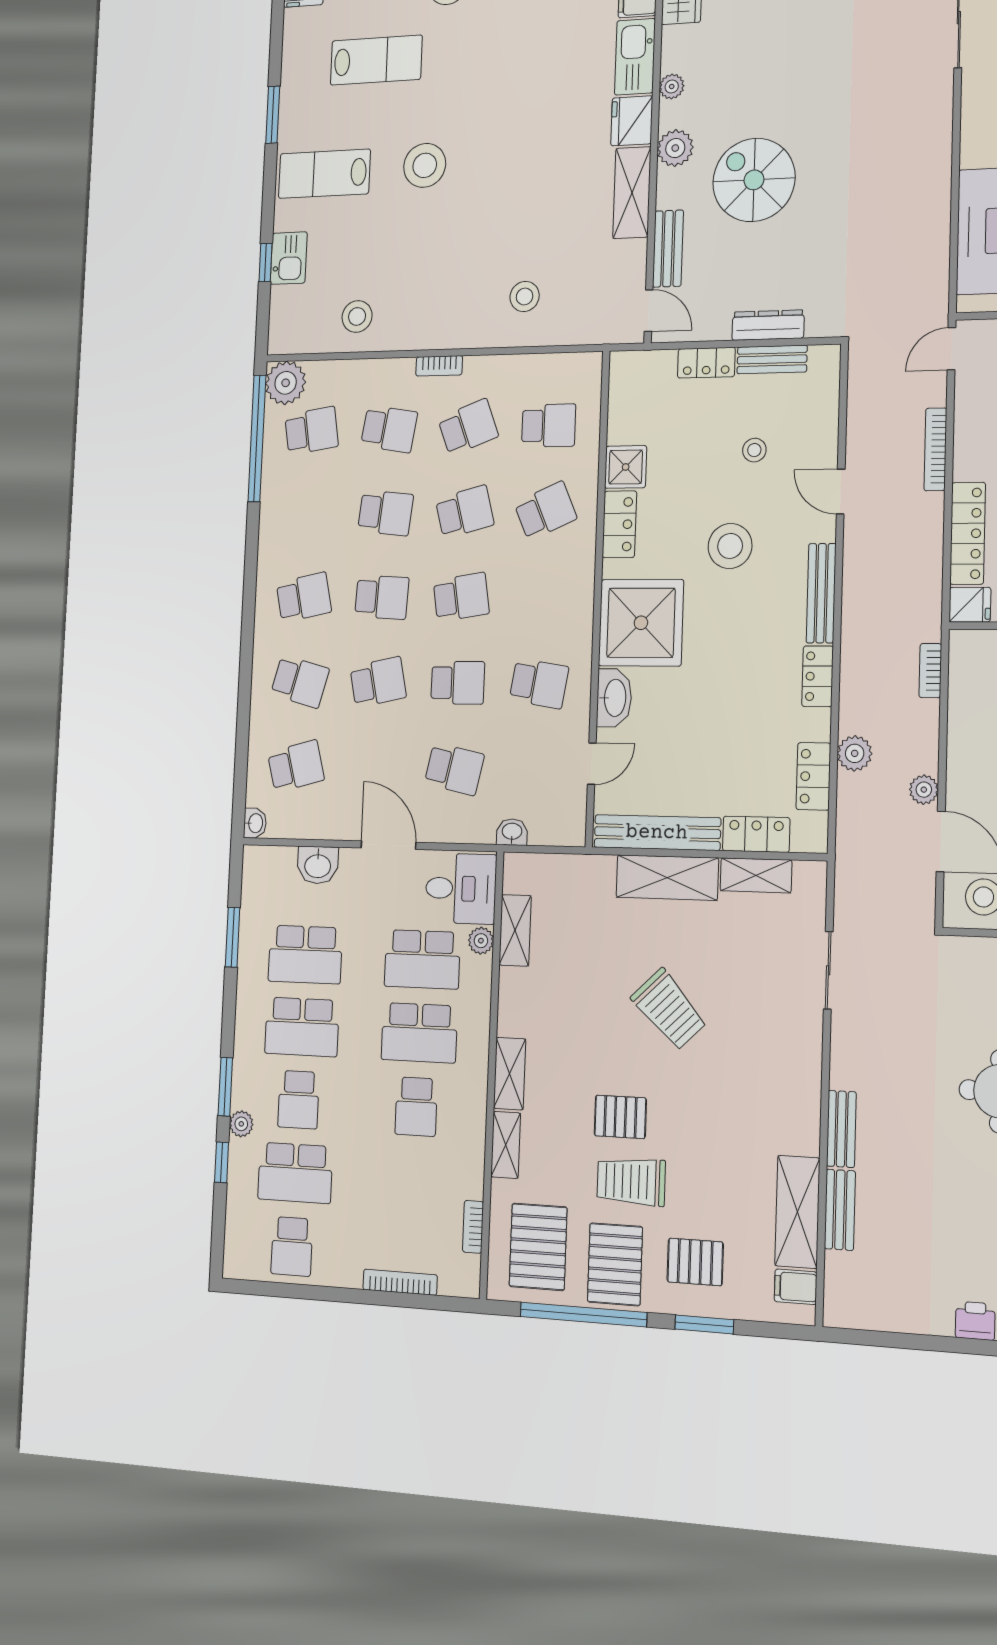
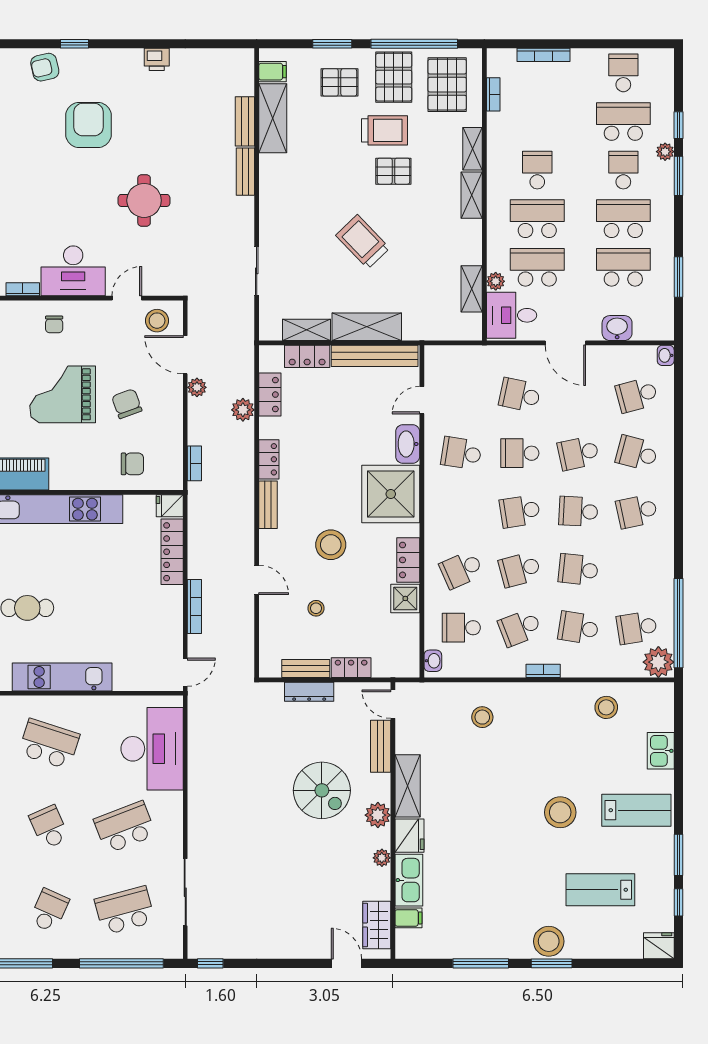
window: (265, 263) -> (678, 902), moved
bench: (821, 593) -> (268, 505), width x0.73
washbasin: (512, 832) -> (433, 661), moved, turned -90

